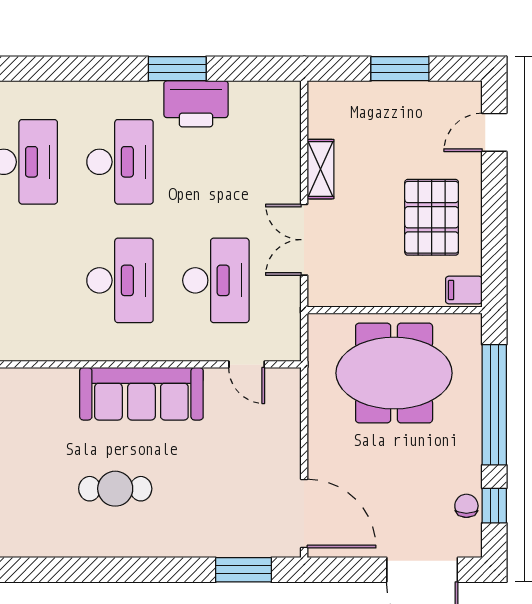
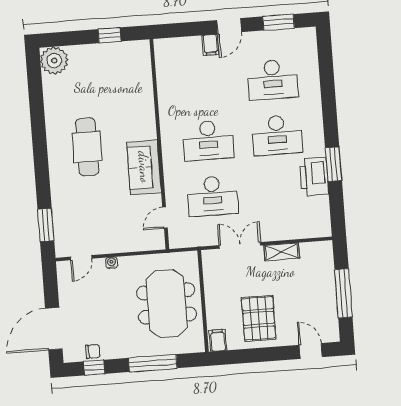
window: (400, 69) -> (343, 293), width x1.44
pallet: (432, 217) -> (259, 318), turned 90
sofa: (141, 394) -> (144, 167), width x0.73
window: (494, 405) -> (153, 363), width x0.68
water cooler: (317, 462) -> (112, 263), added
cafe table: (115, 489) -> (87, 147), width x1.37, depth x1.35
door: (304, 514) -> (81, 258), width x0.53

